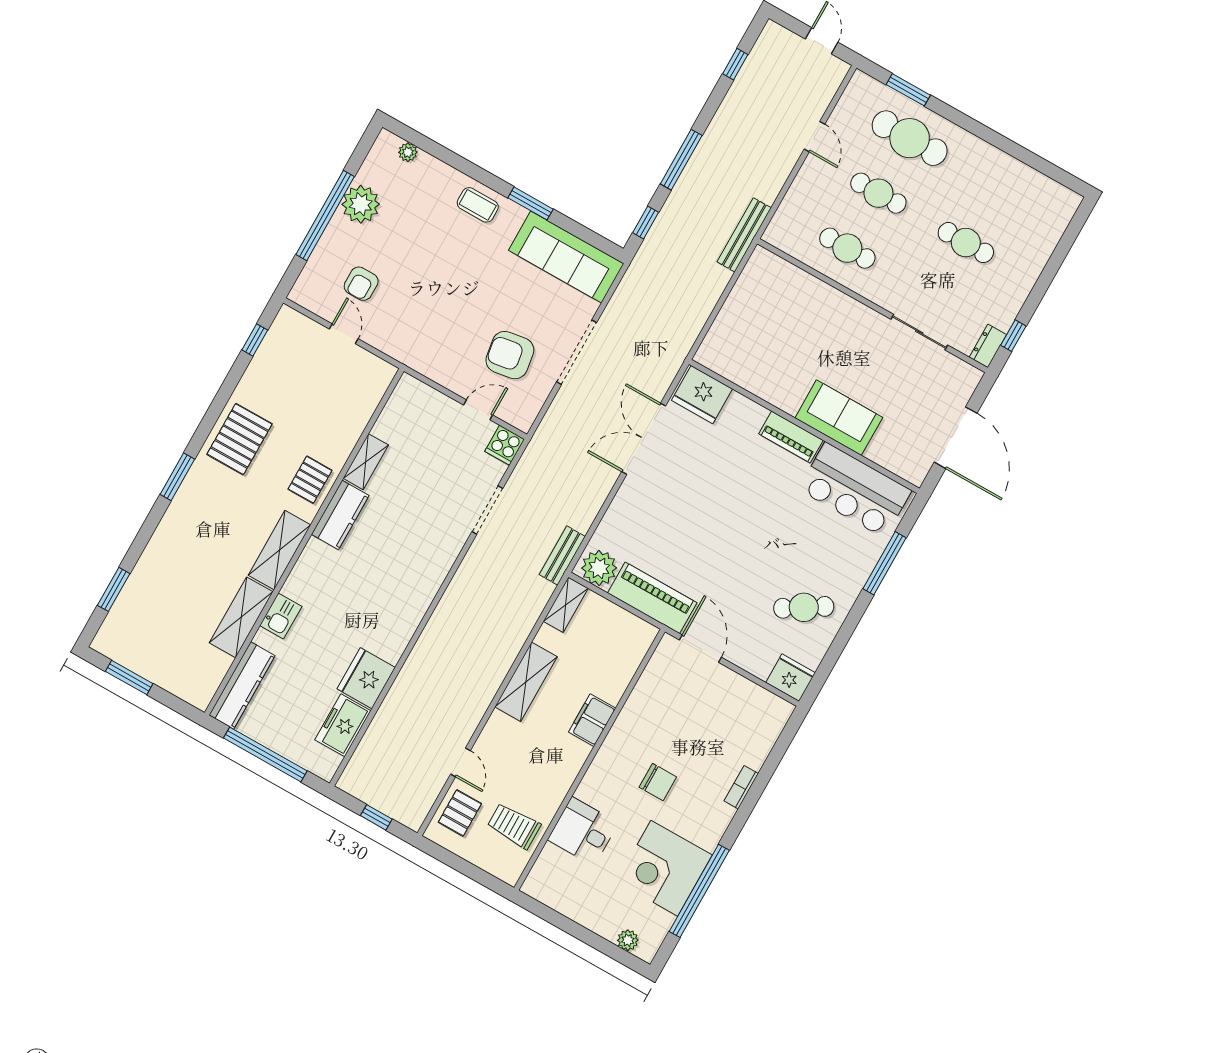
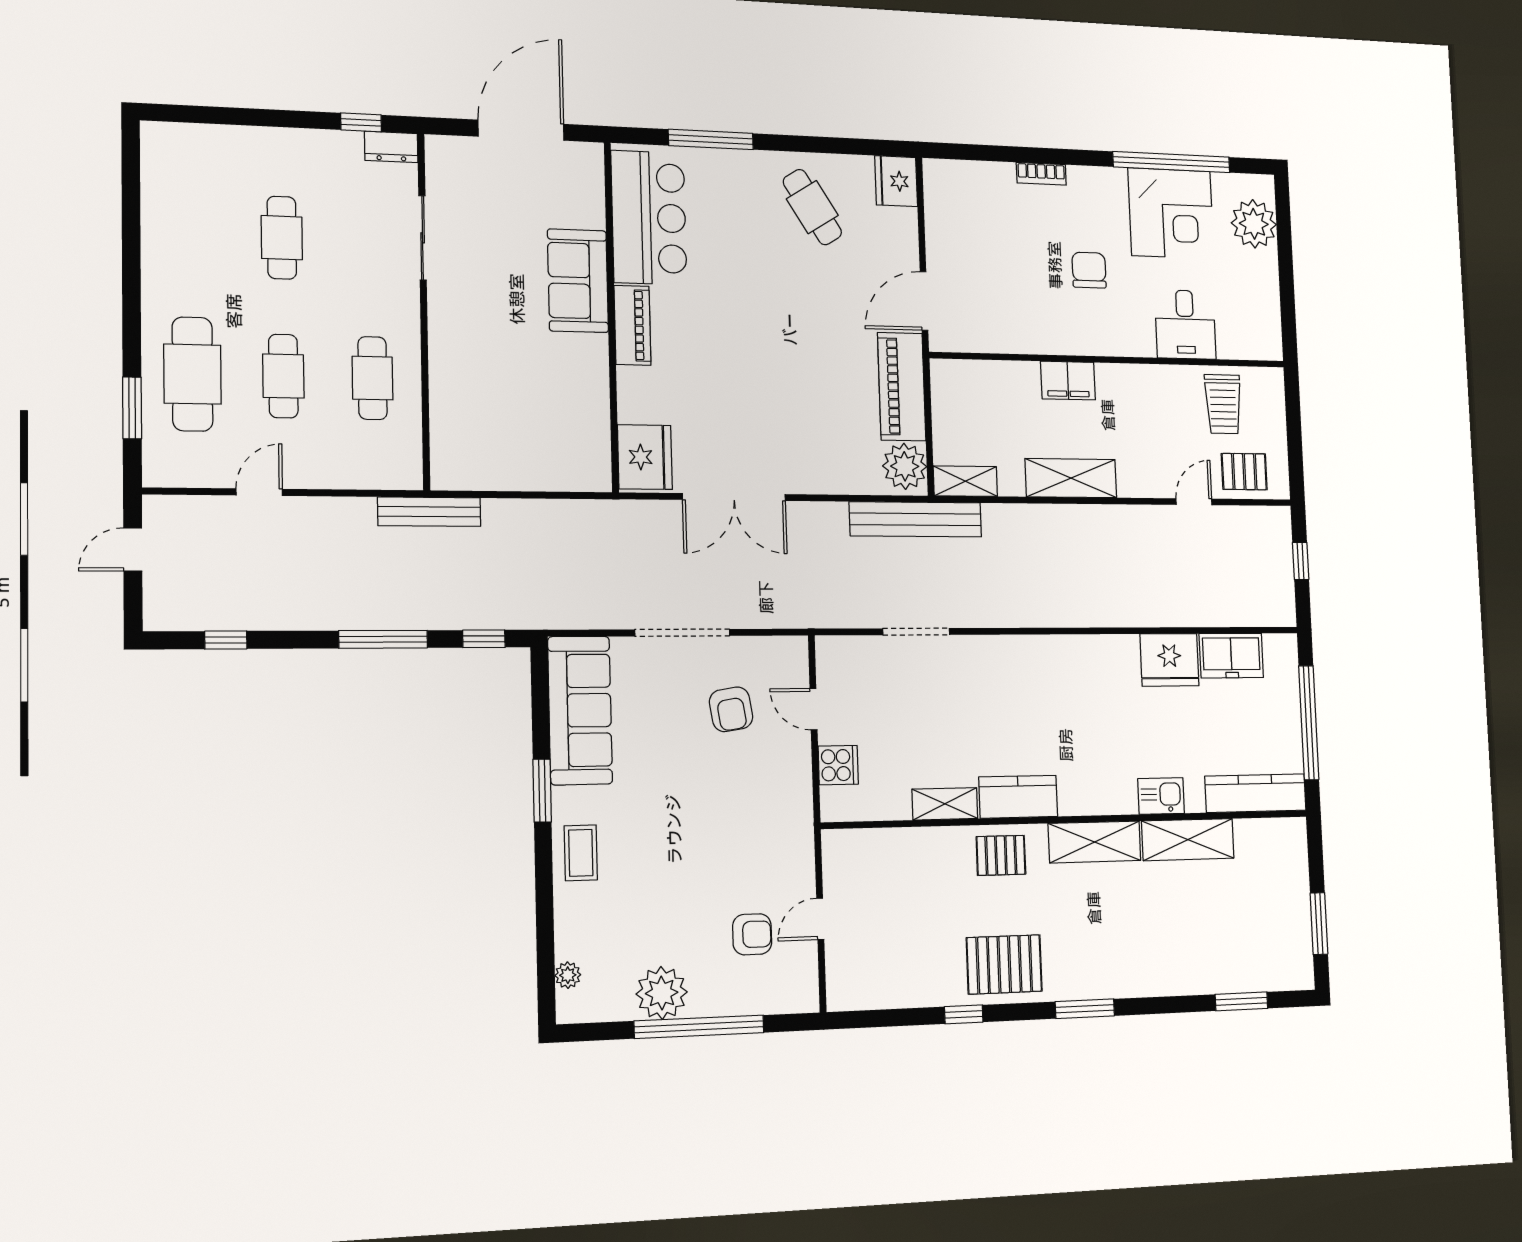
window: (255, 340) -> (964, 1014), moved
armchair: (510, 355) -> (731, 709), width x0.72, depth x0.72
cooker: (505, 445) -> (838, 765), moved
bench: (562, 556) -> (916, 519), width x1.86, depth x1.21
plant: (628, 940) -> (1254, 224), width x1.87, depth x1.87

